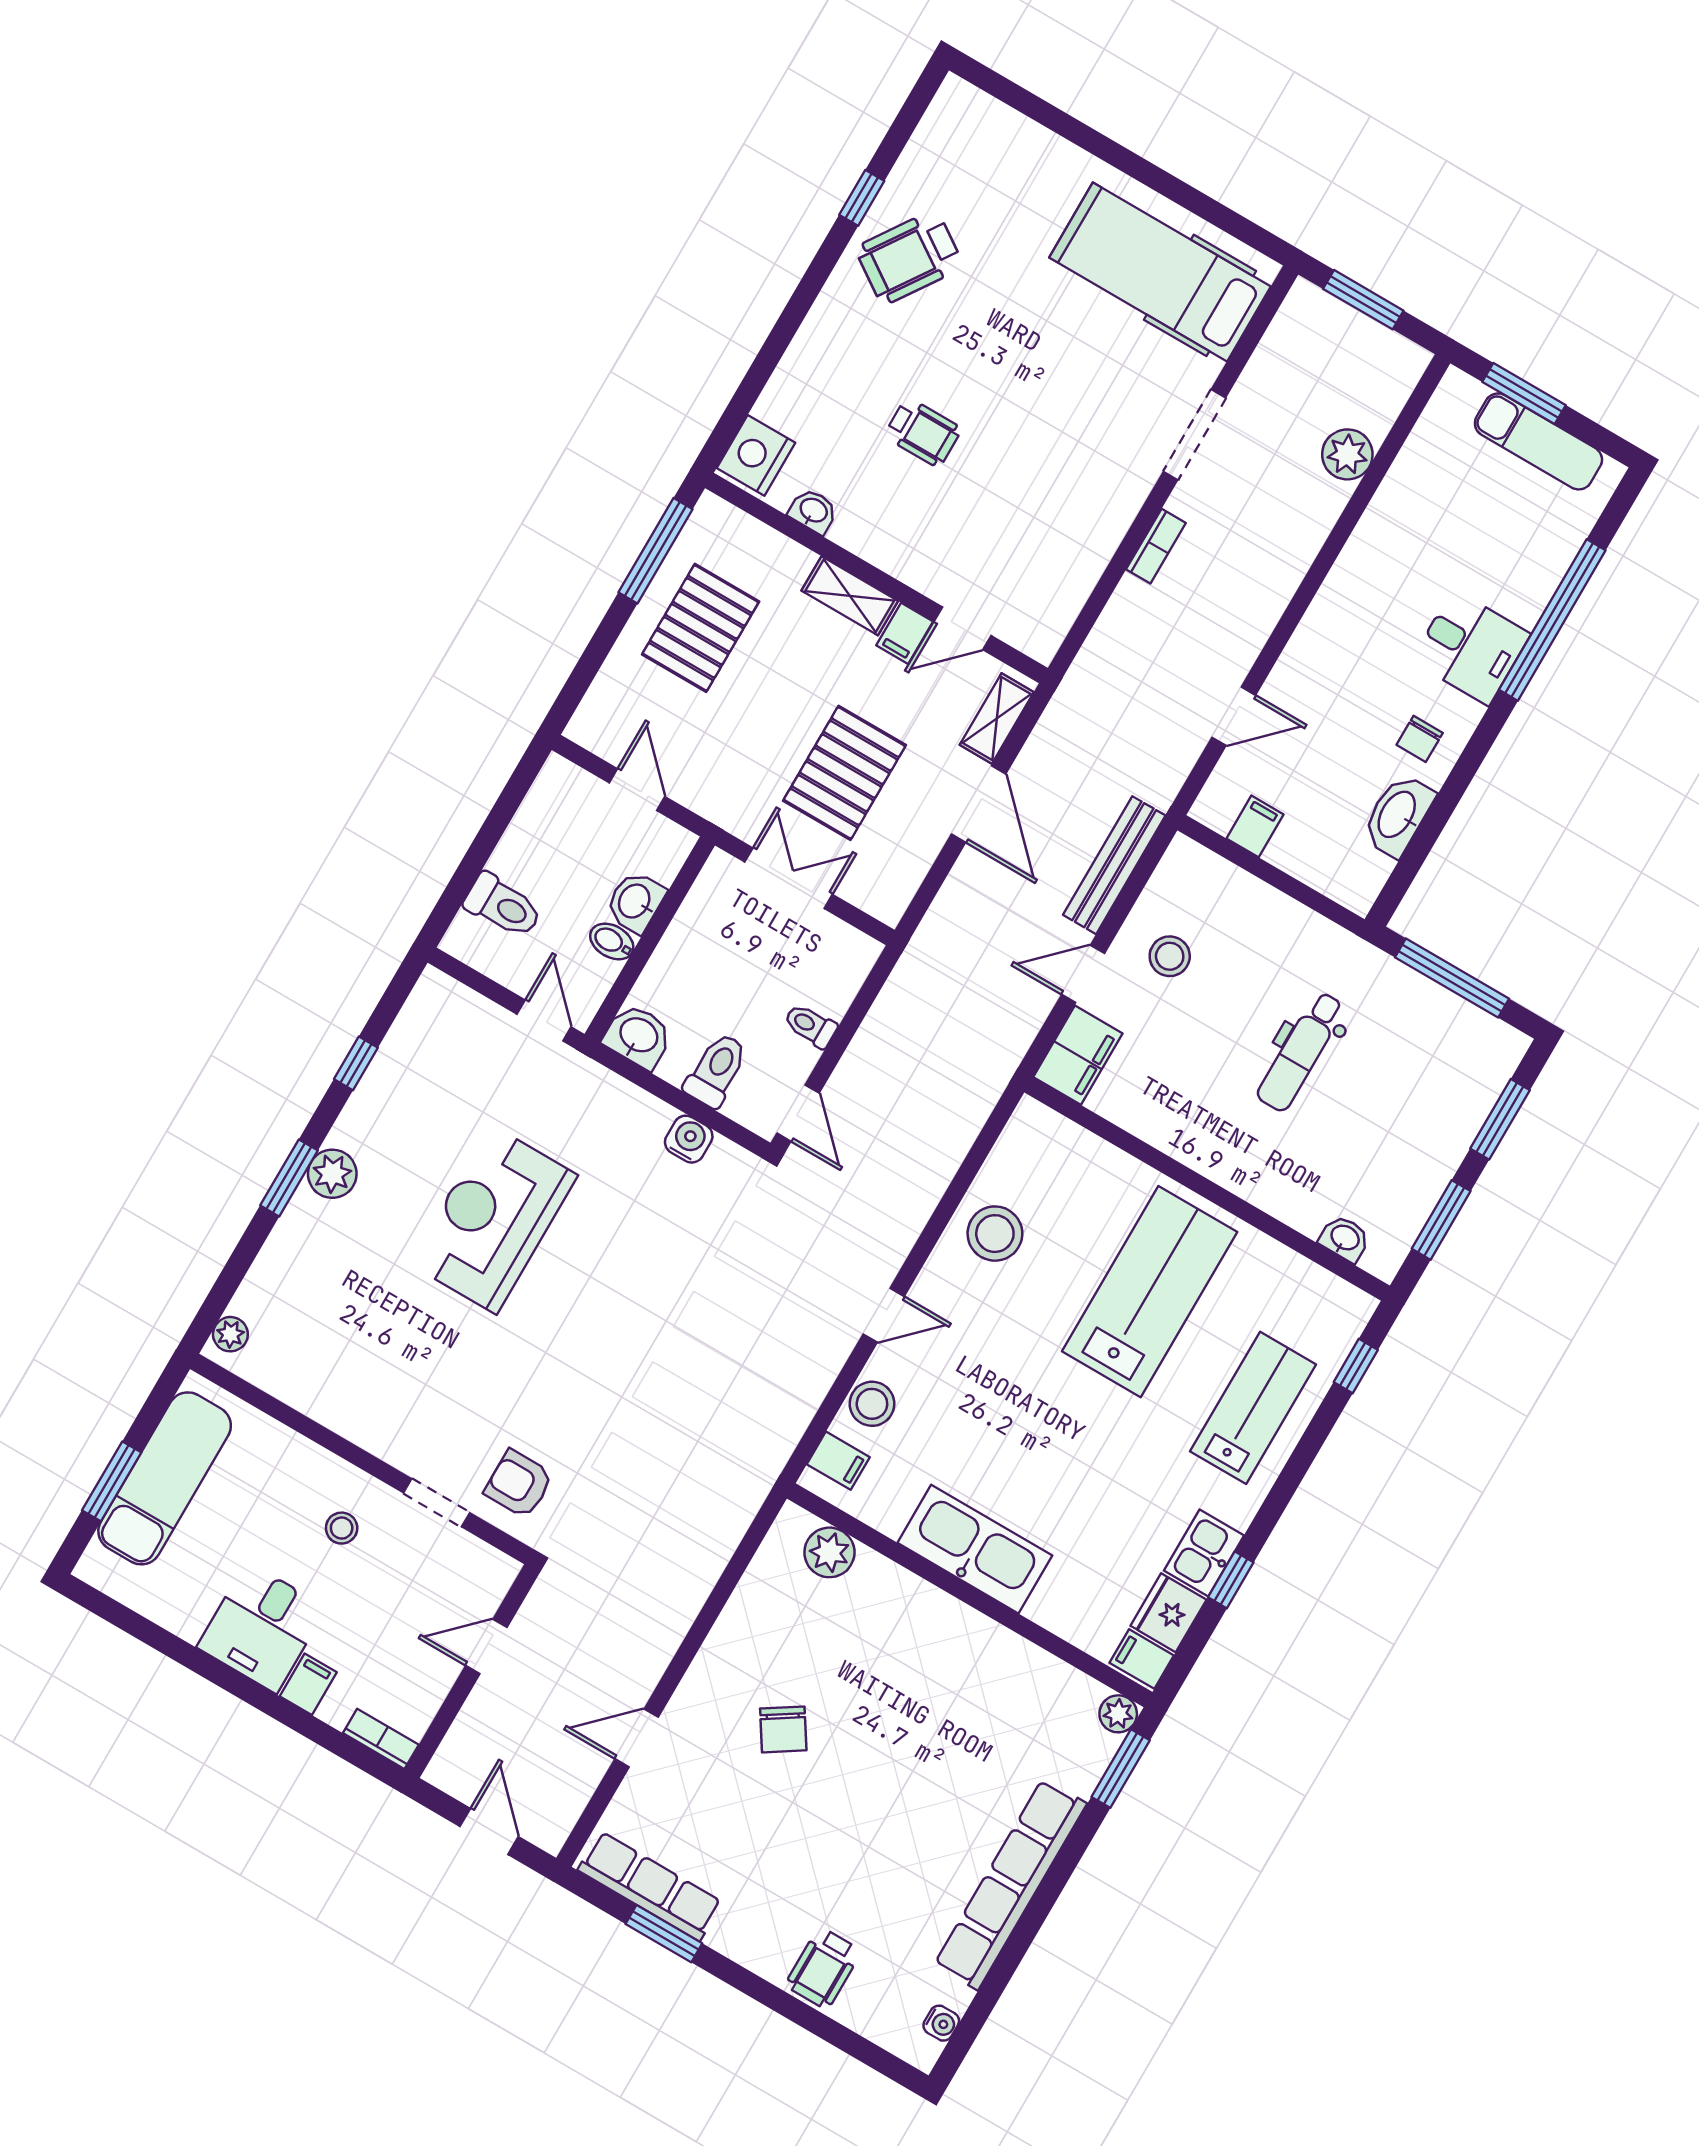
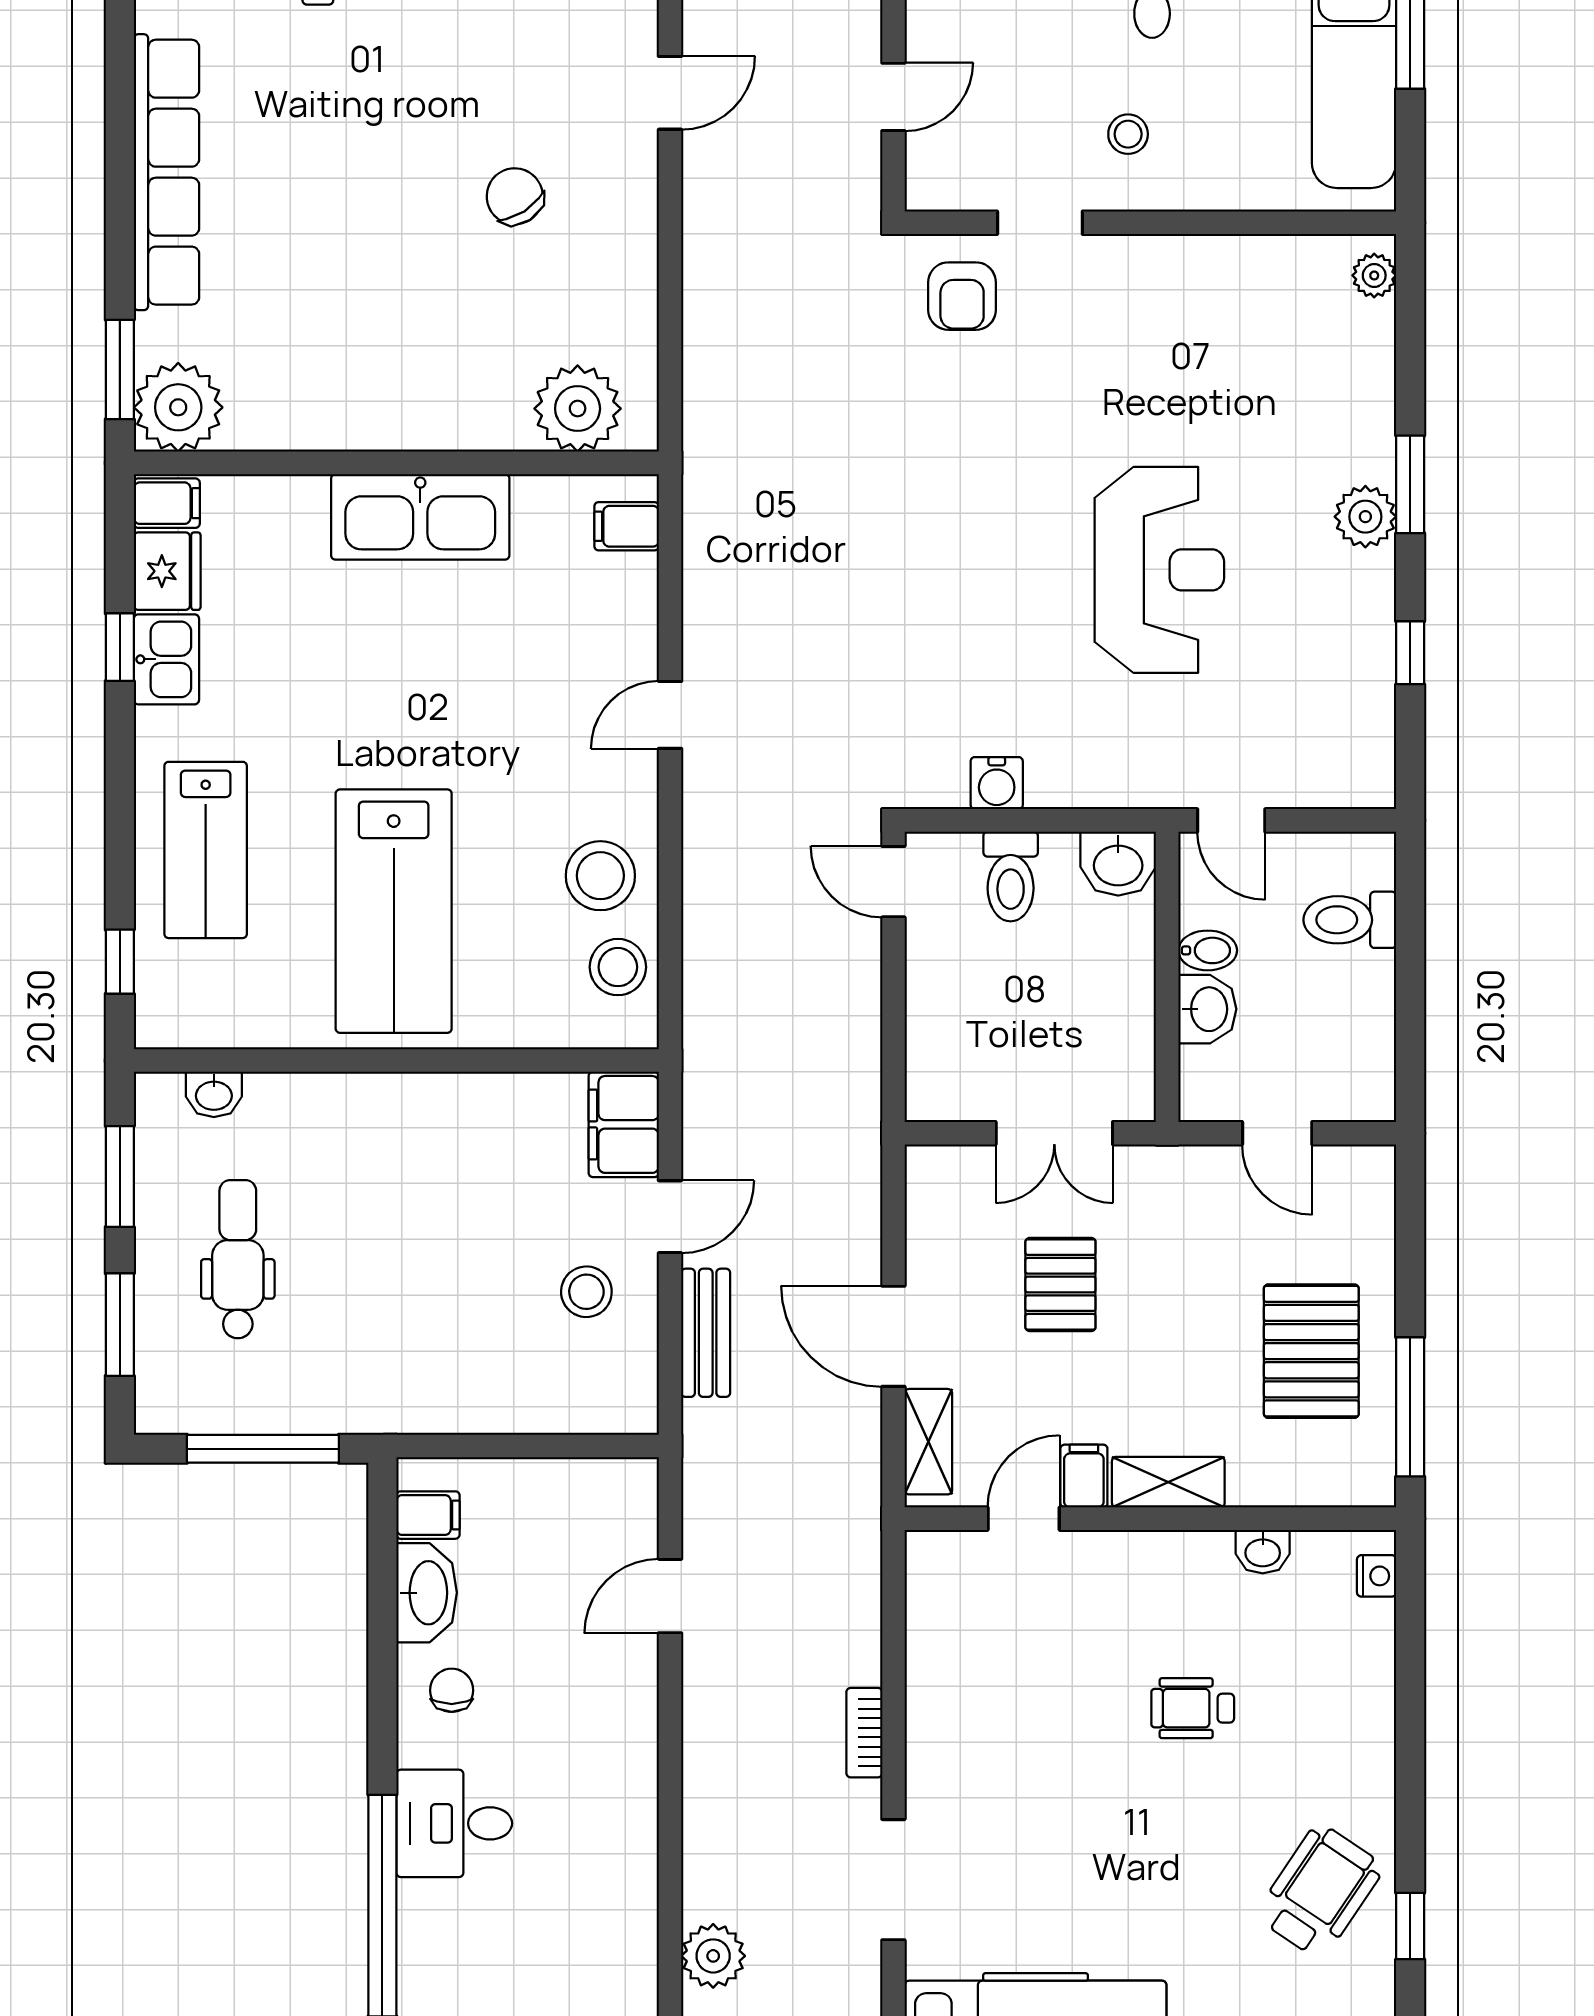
nightstand: (756, 455) -> (1377, 1576), width x0.53, depth x0.56
pallet: (845, 773) -> (1060, 1284), width x0.67, depth x0.71
filing cabinet: (1255, 826) -> (428, 1515), moved, turned -90
bench: (1114, 865) -> (706, 1333), width x0.73
toilet: (810, 1026) -> (936, 986), removed
dental chair: (1301, 1052) -> (238, 1259), moved
stool: (872, 1404) -> (618, 967), moved
armchair: (519, 1484) -> (962, 296), turned 90
plant: (829, 1552) -> (578, 409), width x1.36, depth x1.36
plant: (1118, 1714) -> (178, 407), width x1.88, depth x1.88

